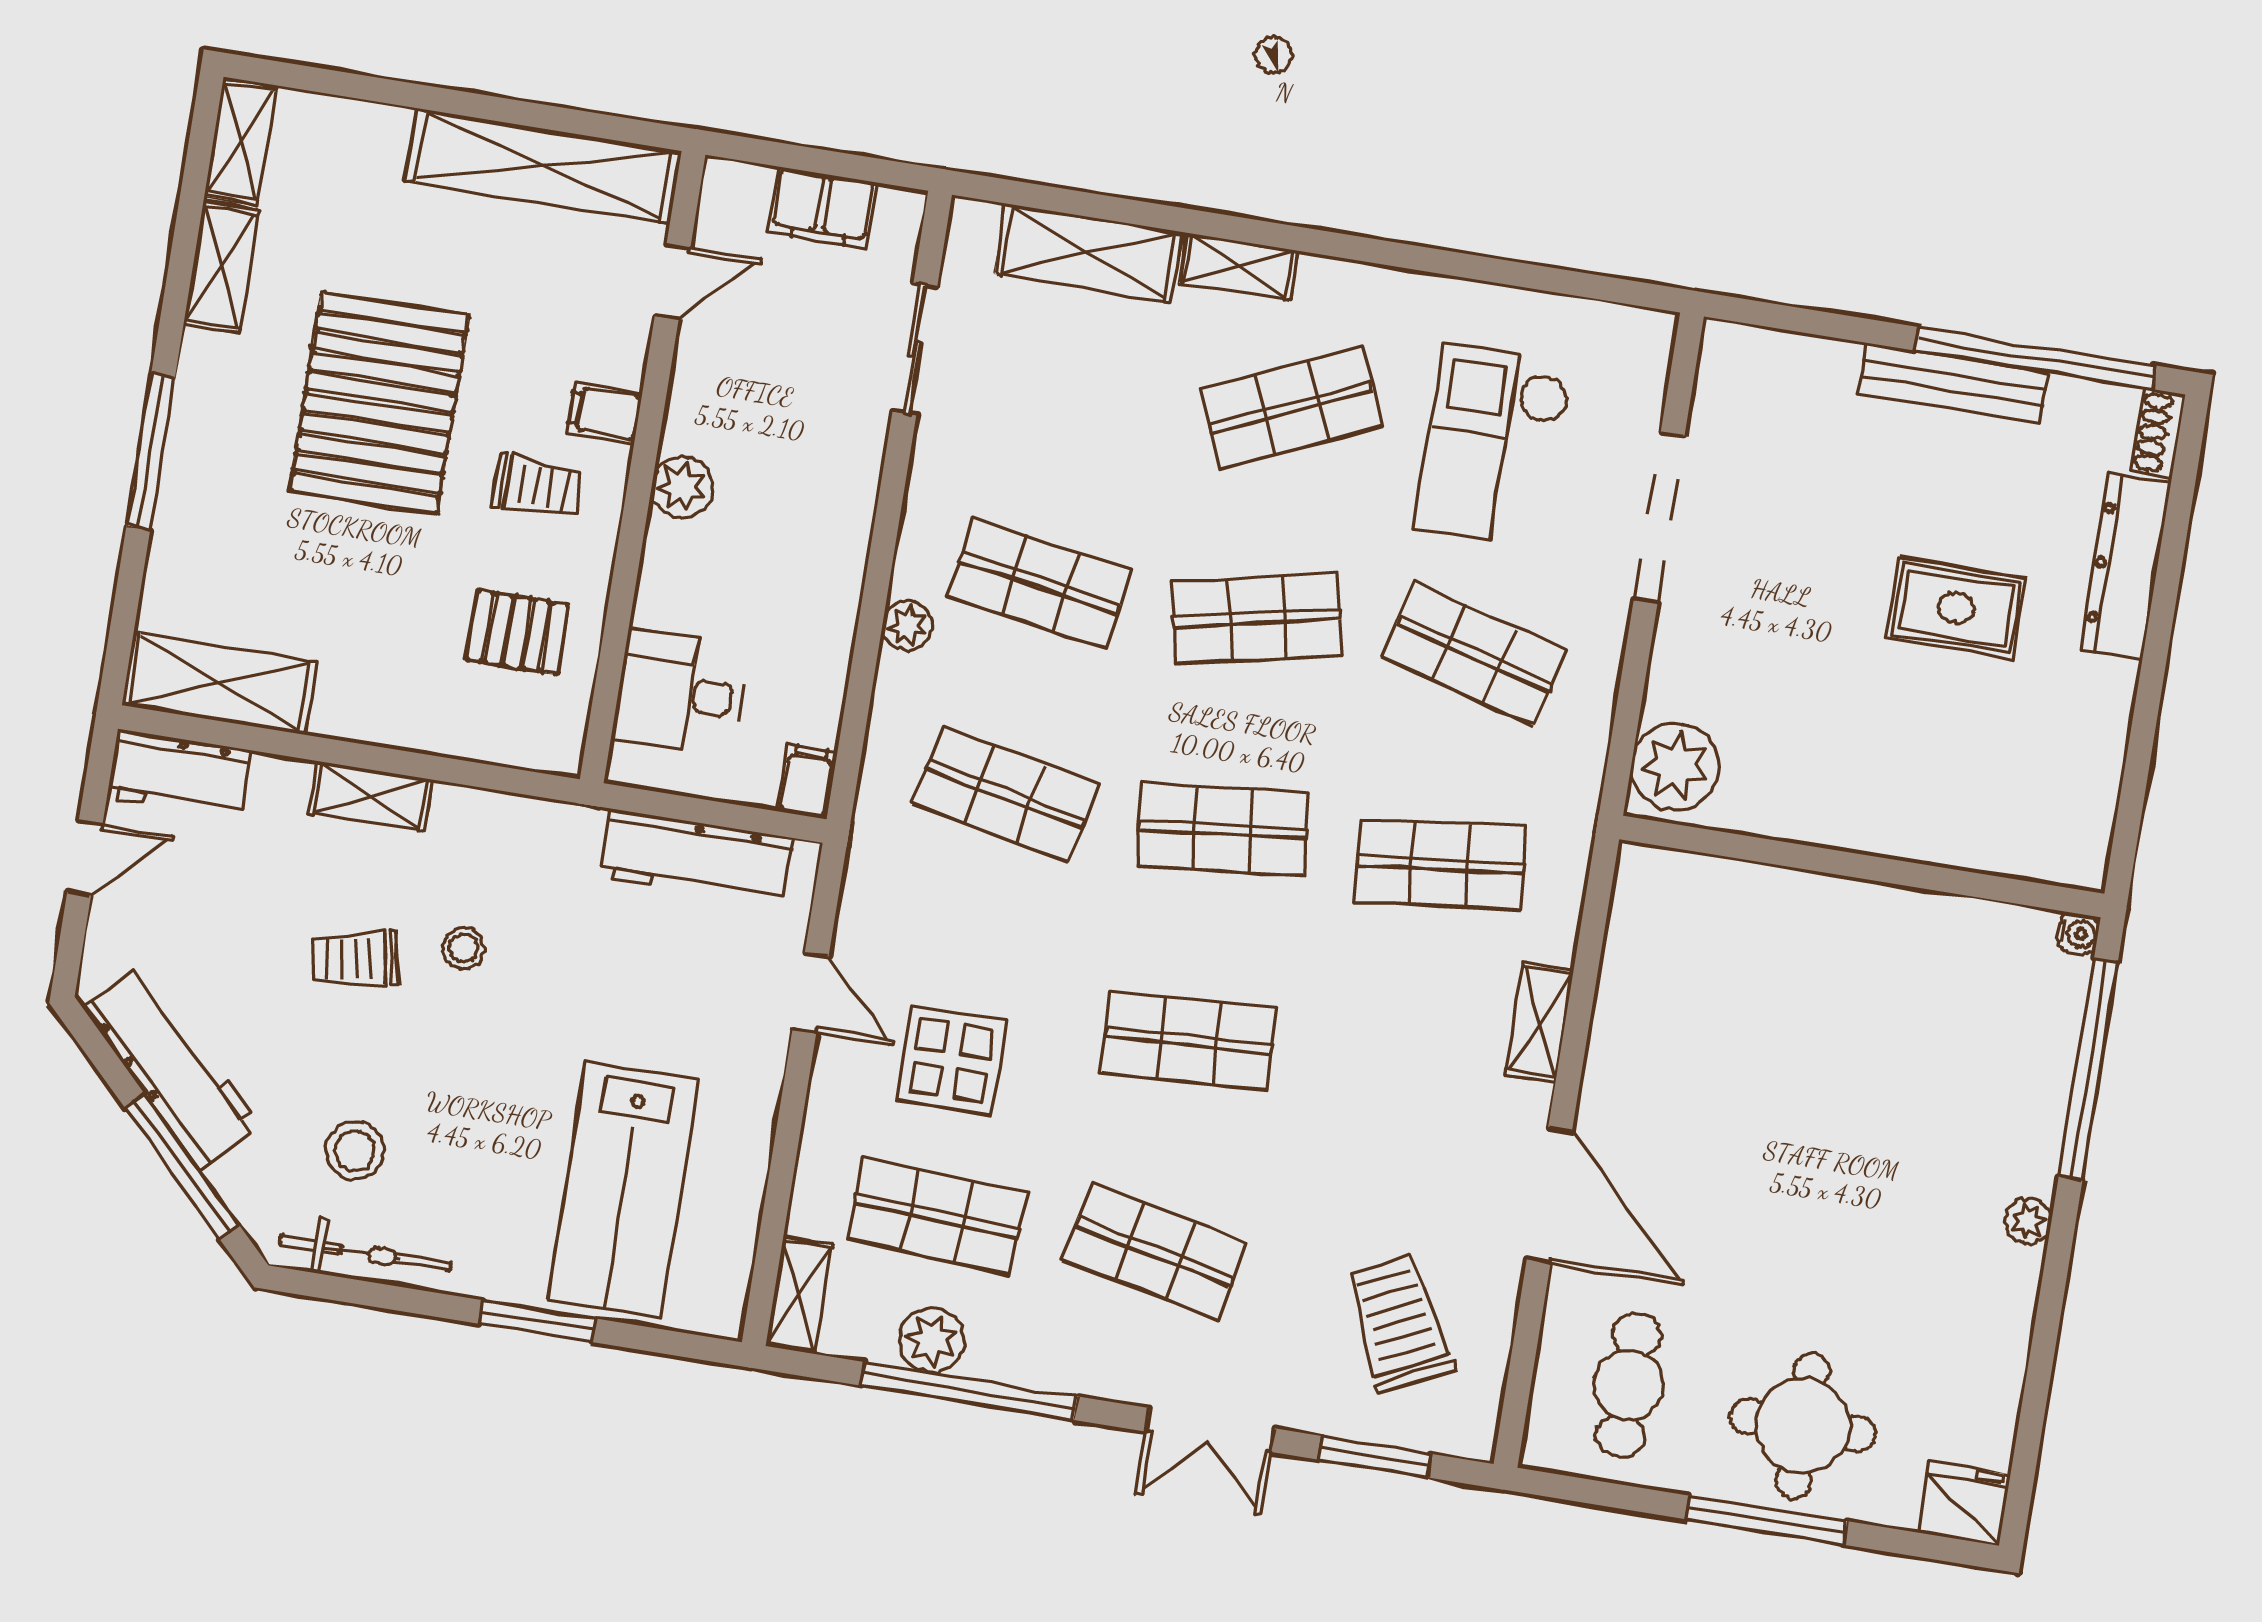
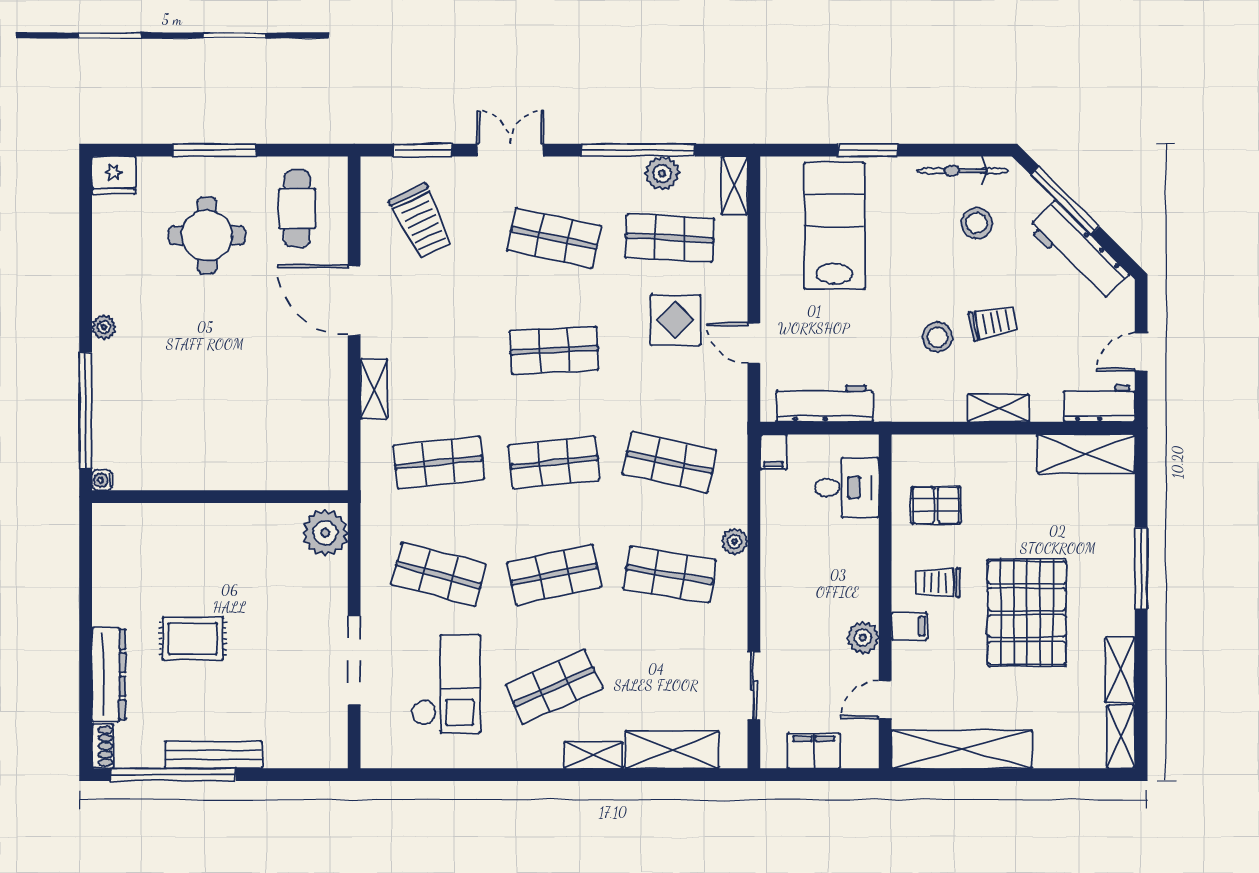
plant: (682, 487) -> (863, 638), moved
stool: (463, 948) -> (937, 337), width x1.37, depth x1.37
round table: (1803, 1426) -> (207, 235), moved

